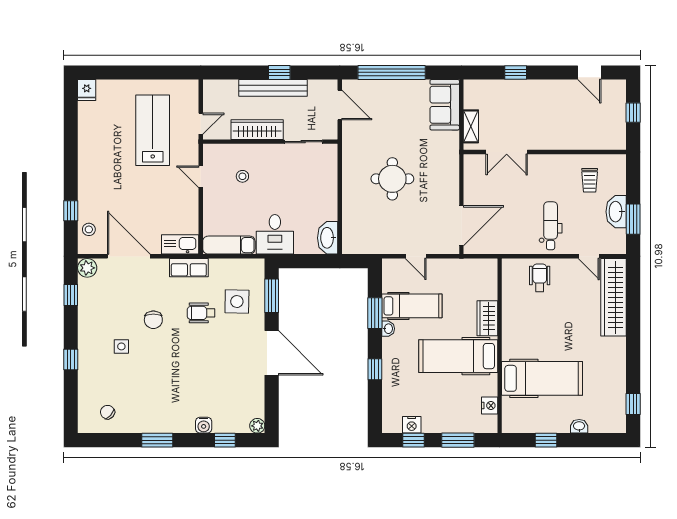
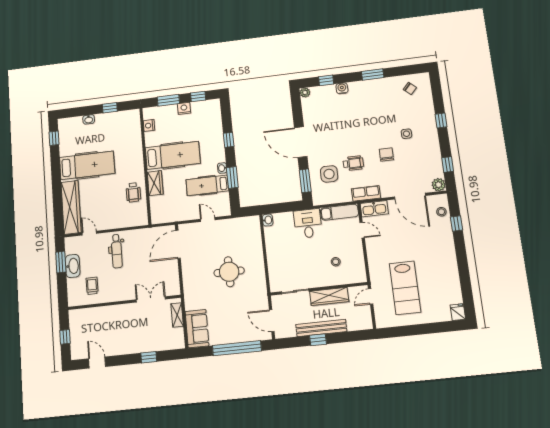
door: (201, 177) -> (362, 230), moved
washbasin: (328, 238) -> (268, 220), width x0.52, depth x0.69
wheelchair: (540, 278) -> (133, 192), moved
hospital bed: (542, 378) -> (87, 165), moved, turned 180
nightstand: (412, 425) -> (184, 108), moved

